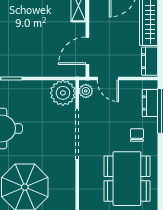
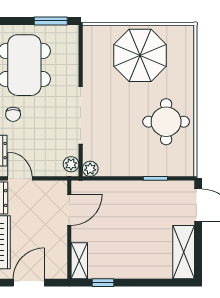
door: (108, 78) -> (20, 178), moved
plant: (63, 93) -> (90, 169), width x0.53, depth x0.53

